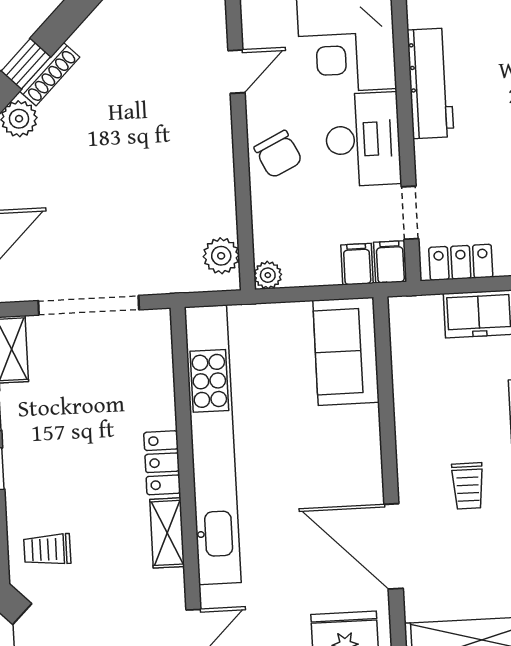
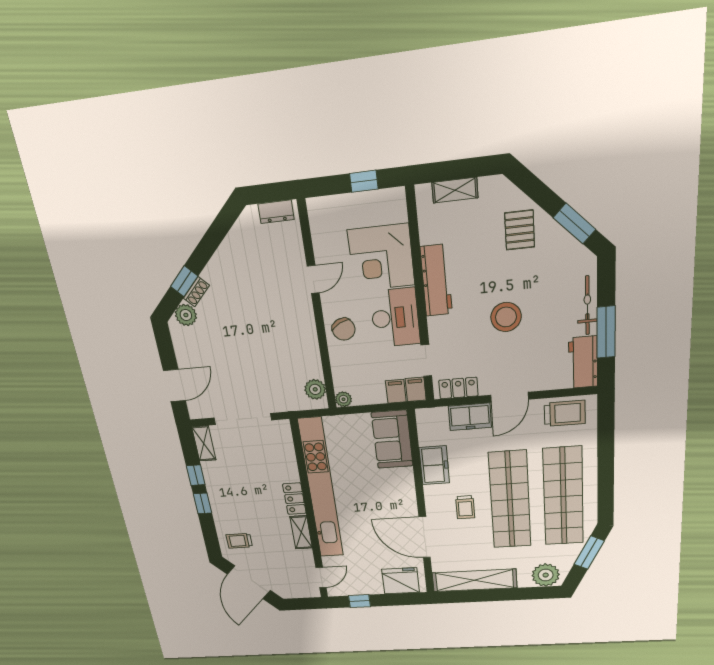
shoe rack: (50, 74) -> (196, 292), width x0.70
freezer: (416, 402) -> (434, 465), added

